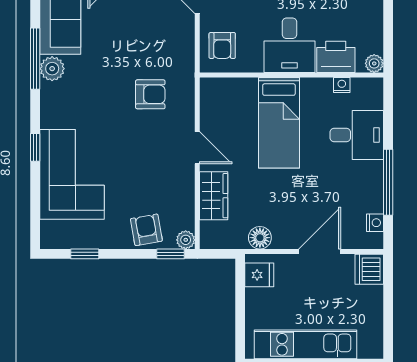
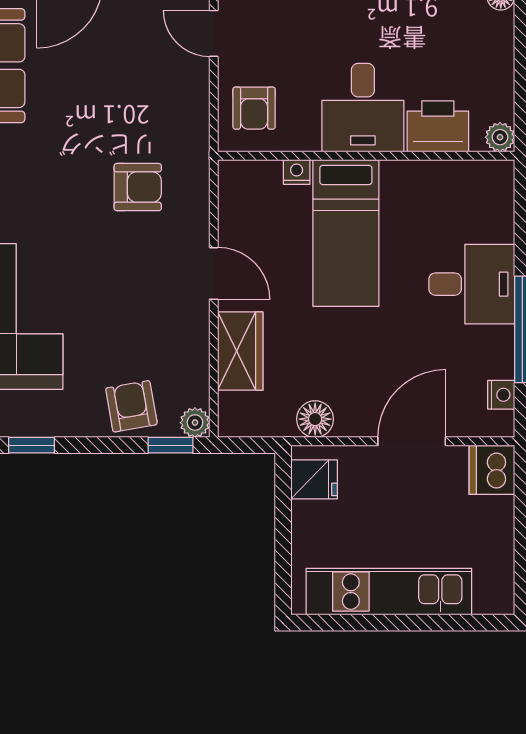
nightstand: (342, 85) -> (297, 172), moved
desk: (357, 135) -> (472, 284), moved

